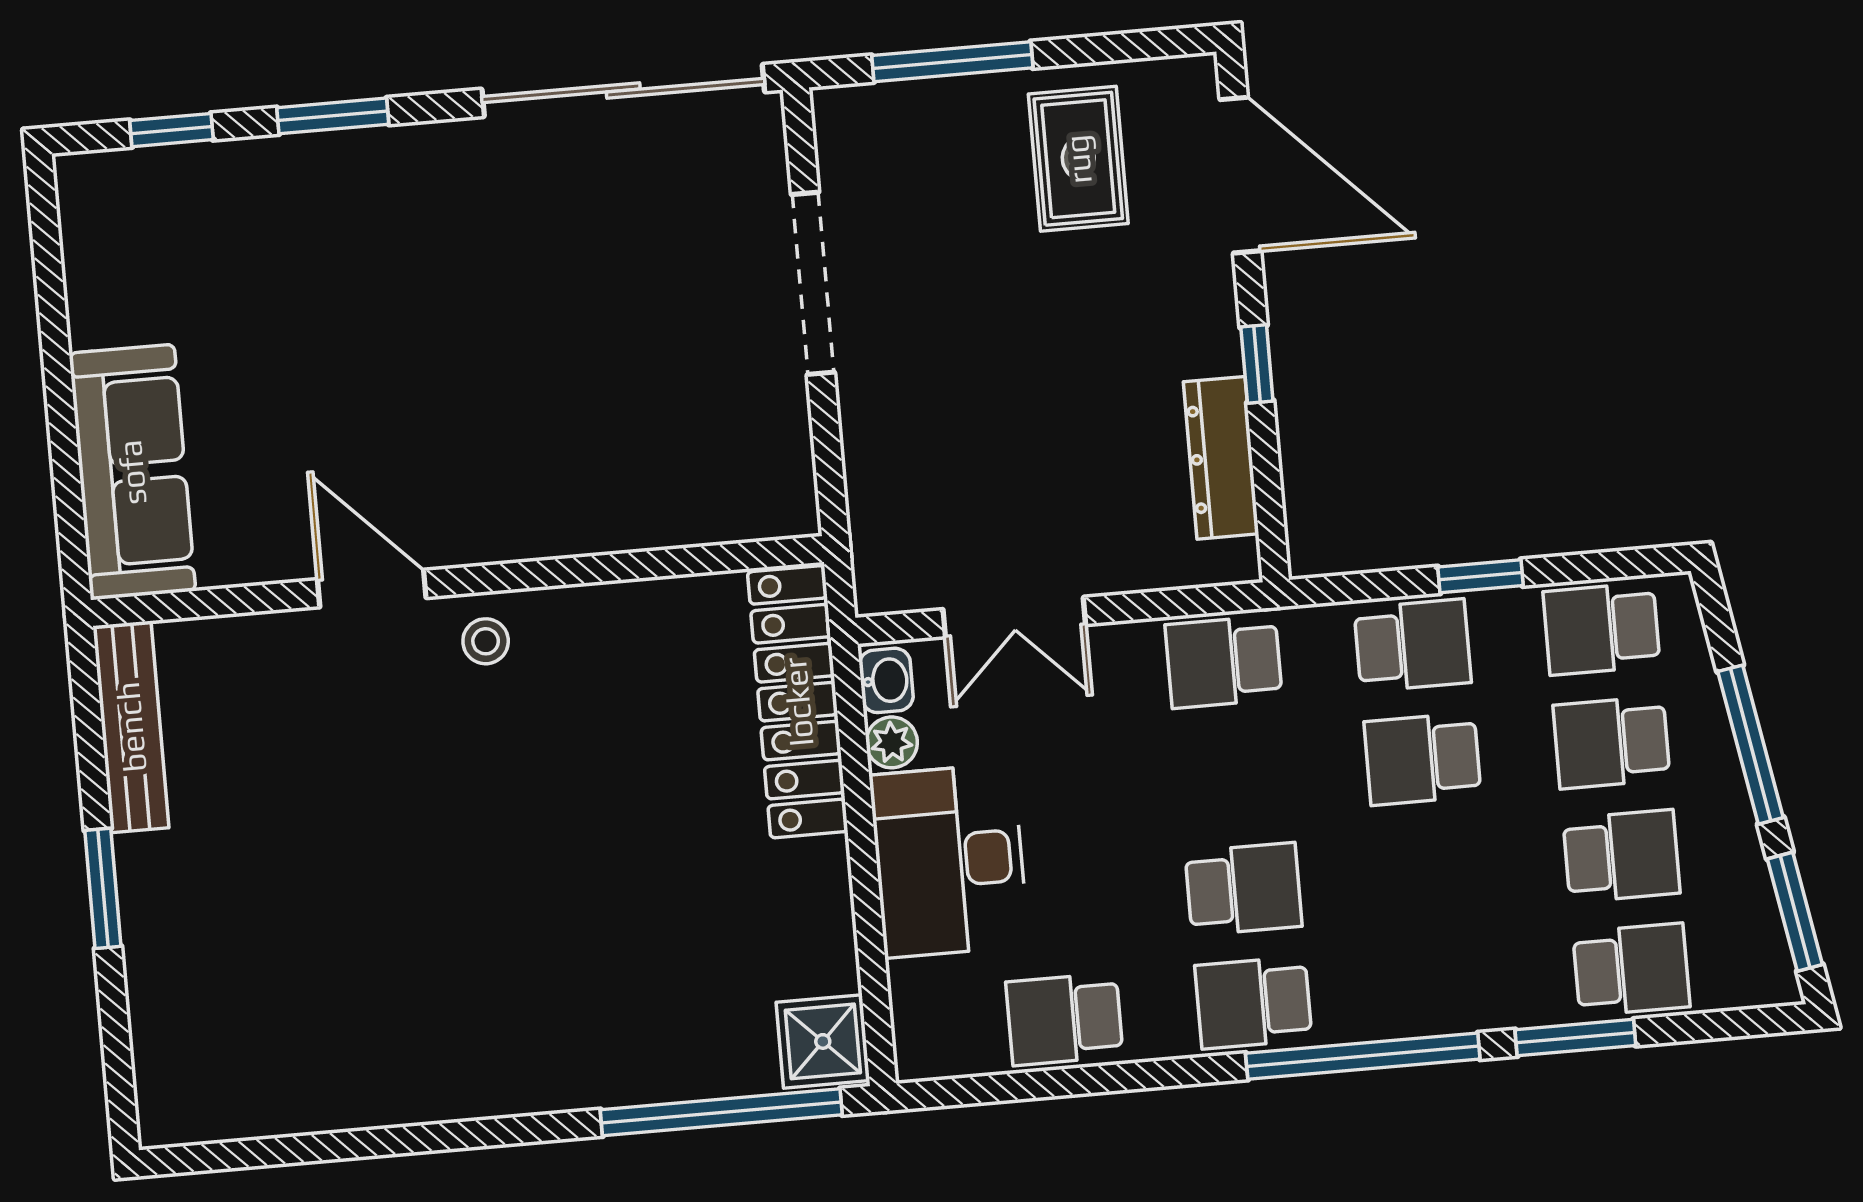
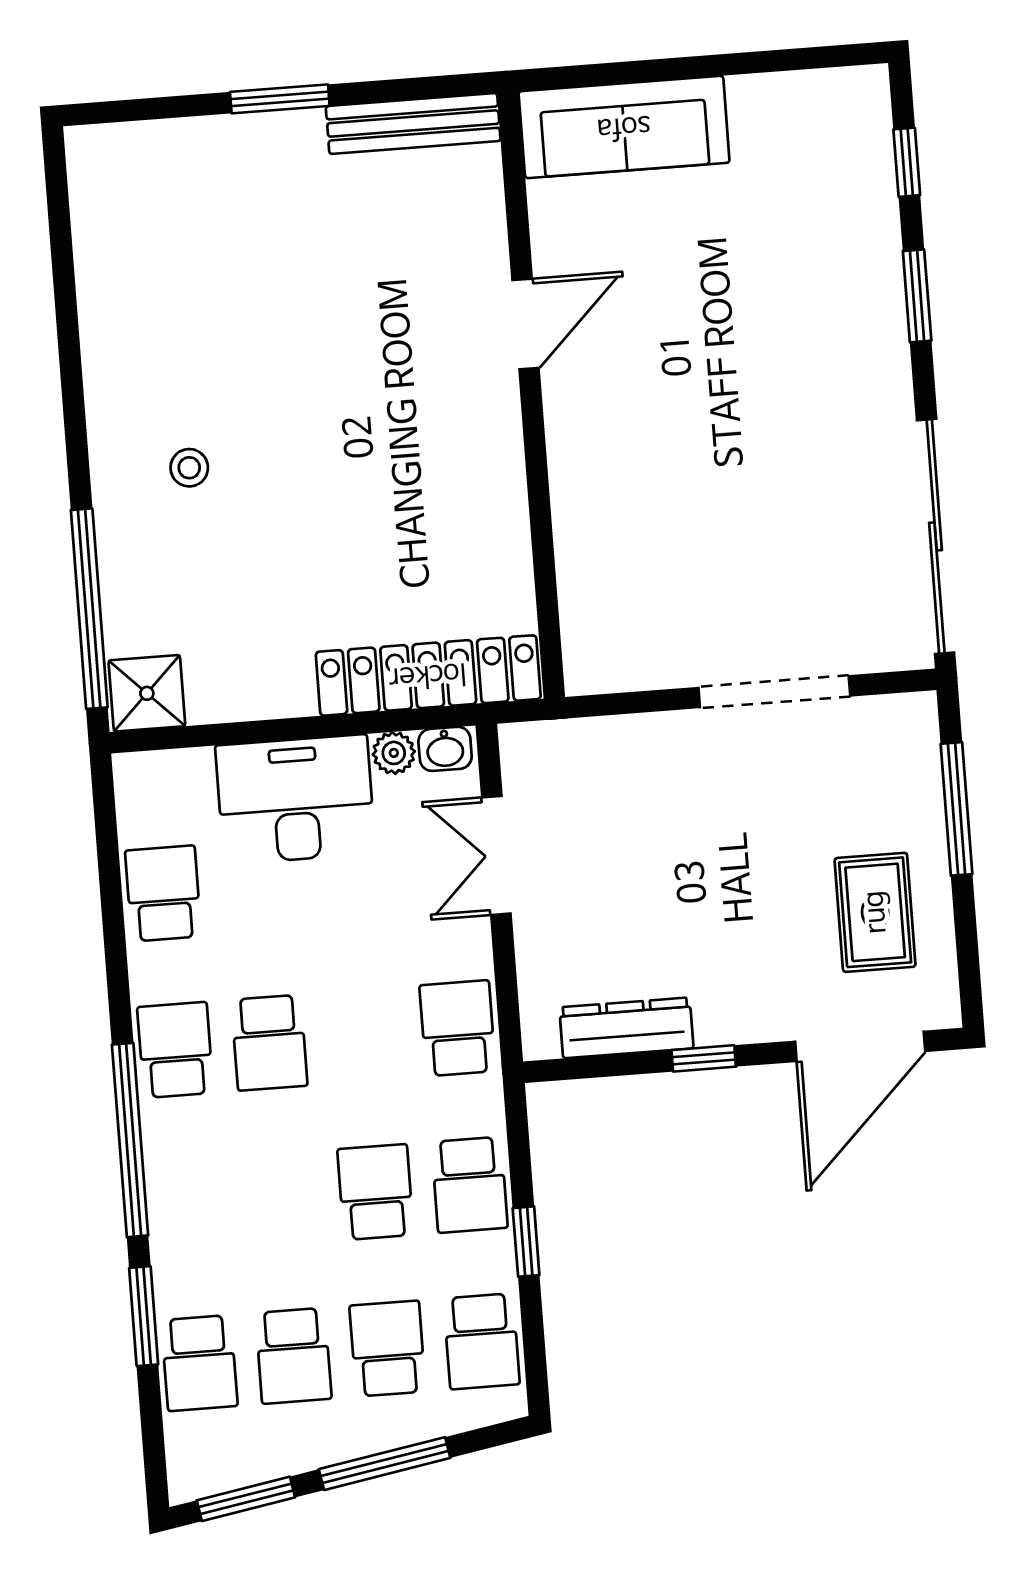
rug: (1078, 159) -> (875, 912), turned 90
school desk: (1602, 629) -> (482, 1341), turned 180
stool: (486, 641) -> (189, 468), moved

